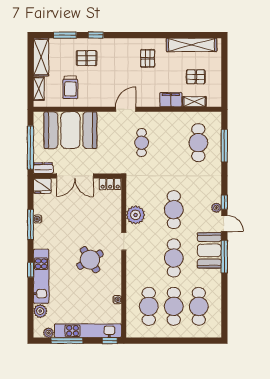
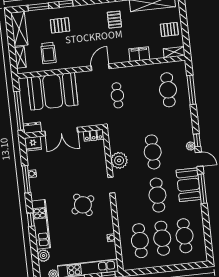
pallet: (196, 77) -> (169, 29), moved
shelving: (194, 102) -> (174, 52), moved

